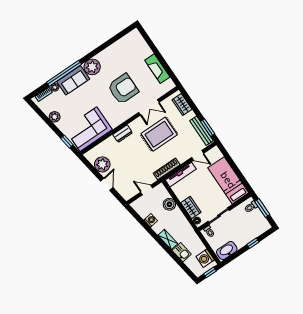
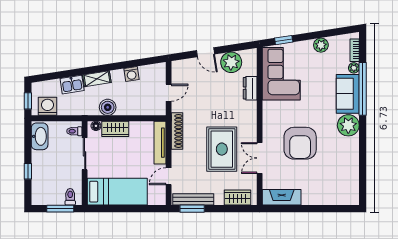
fireplace: (157, 69) -> (282, 197), moved
dresser: (123, 134) -> (250, 88), moved
boiler: (169, 204) -> (108, 107), moved

